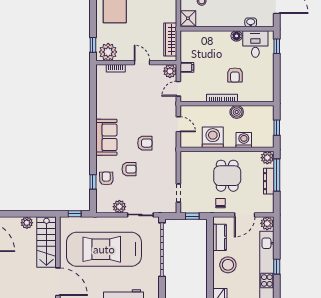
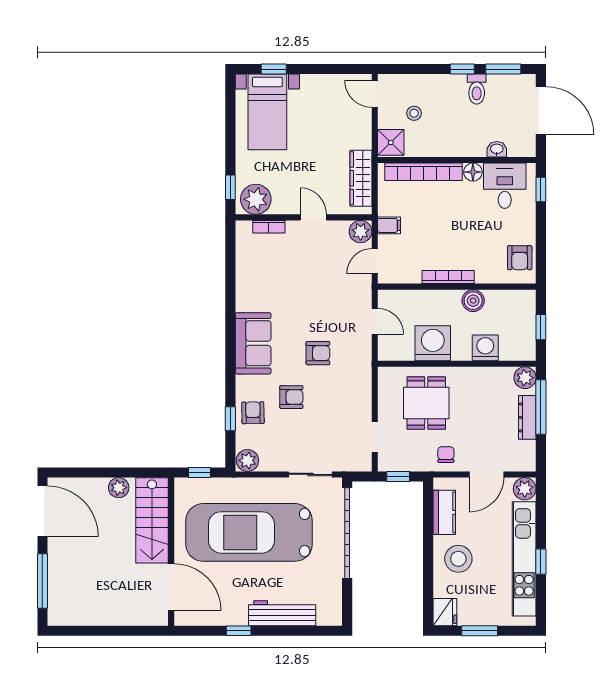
bookcase: (207, 36) -> (423, 172), added
armchair: (235, 75) -> (520, 258), moved
dining table: (227, 176) -> (426, 403), moved
plant: (119, 207) -> (247, 460), moved

